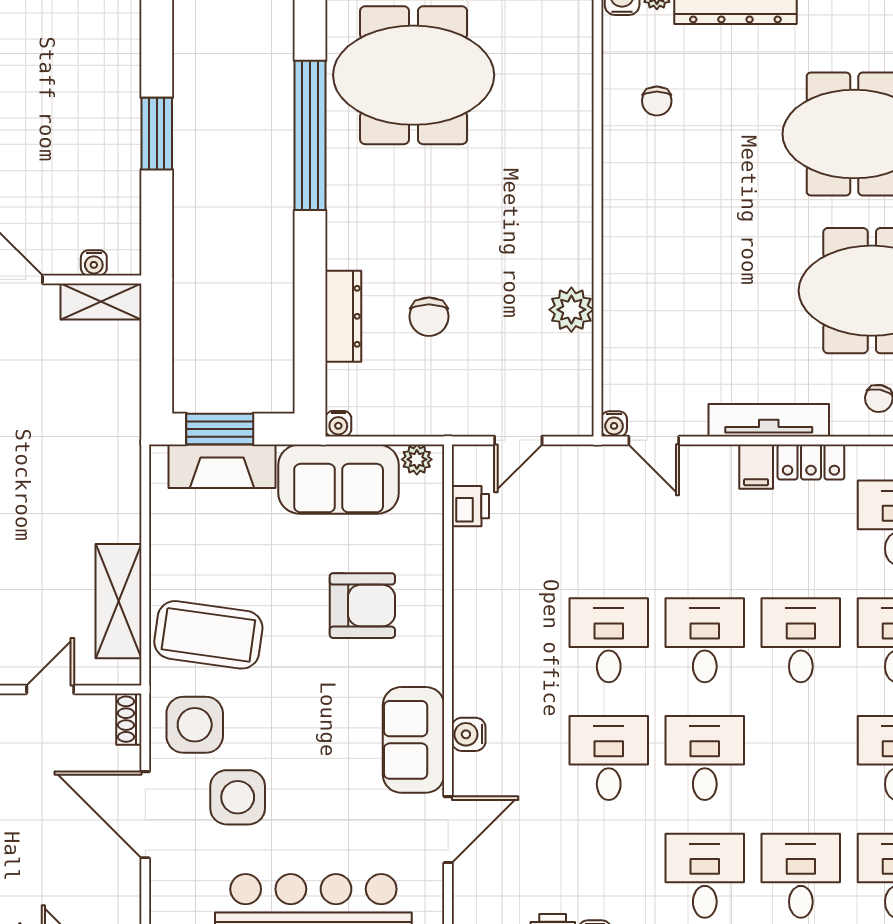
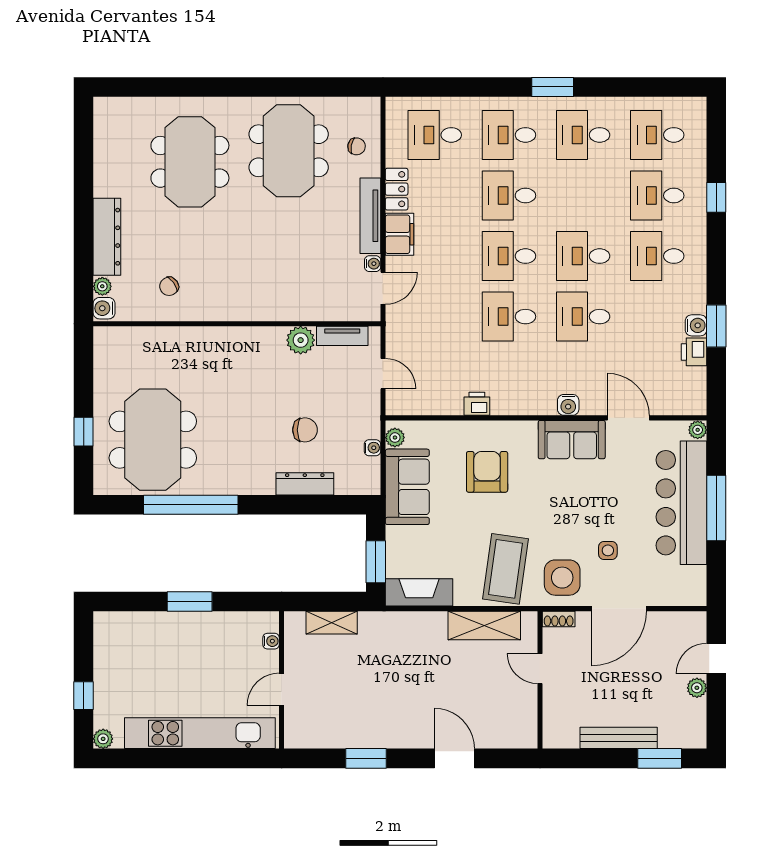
chair: (657, 101) -> (169, 286), turned 144
shelving: (101, 302) -> (332, 623), moved, turned 90
tv unit: (578, 376) -> (342, 336), added
water cooler: (338, 424) -> (372, 448), moved
water cooler: (614, 424) -> (373, 264), moved
fireplace: (222, 466) -> (419, 592), moved, turned -90
filing cabinet: (756, 467) -> (399, 234), width x2.00
printer: (470, 506) -> (477, 404), moved
side table: (238, 797) -> (608, 550), width x0.54, depth x0.54

